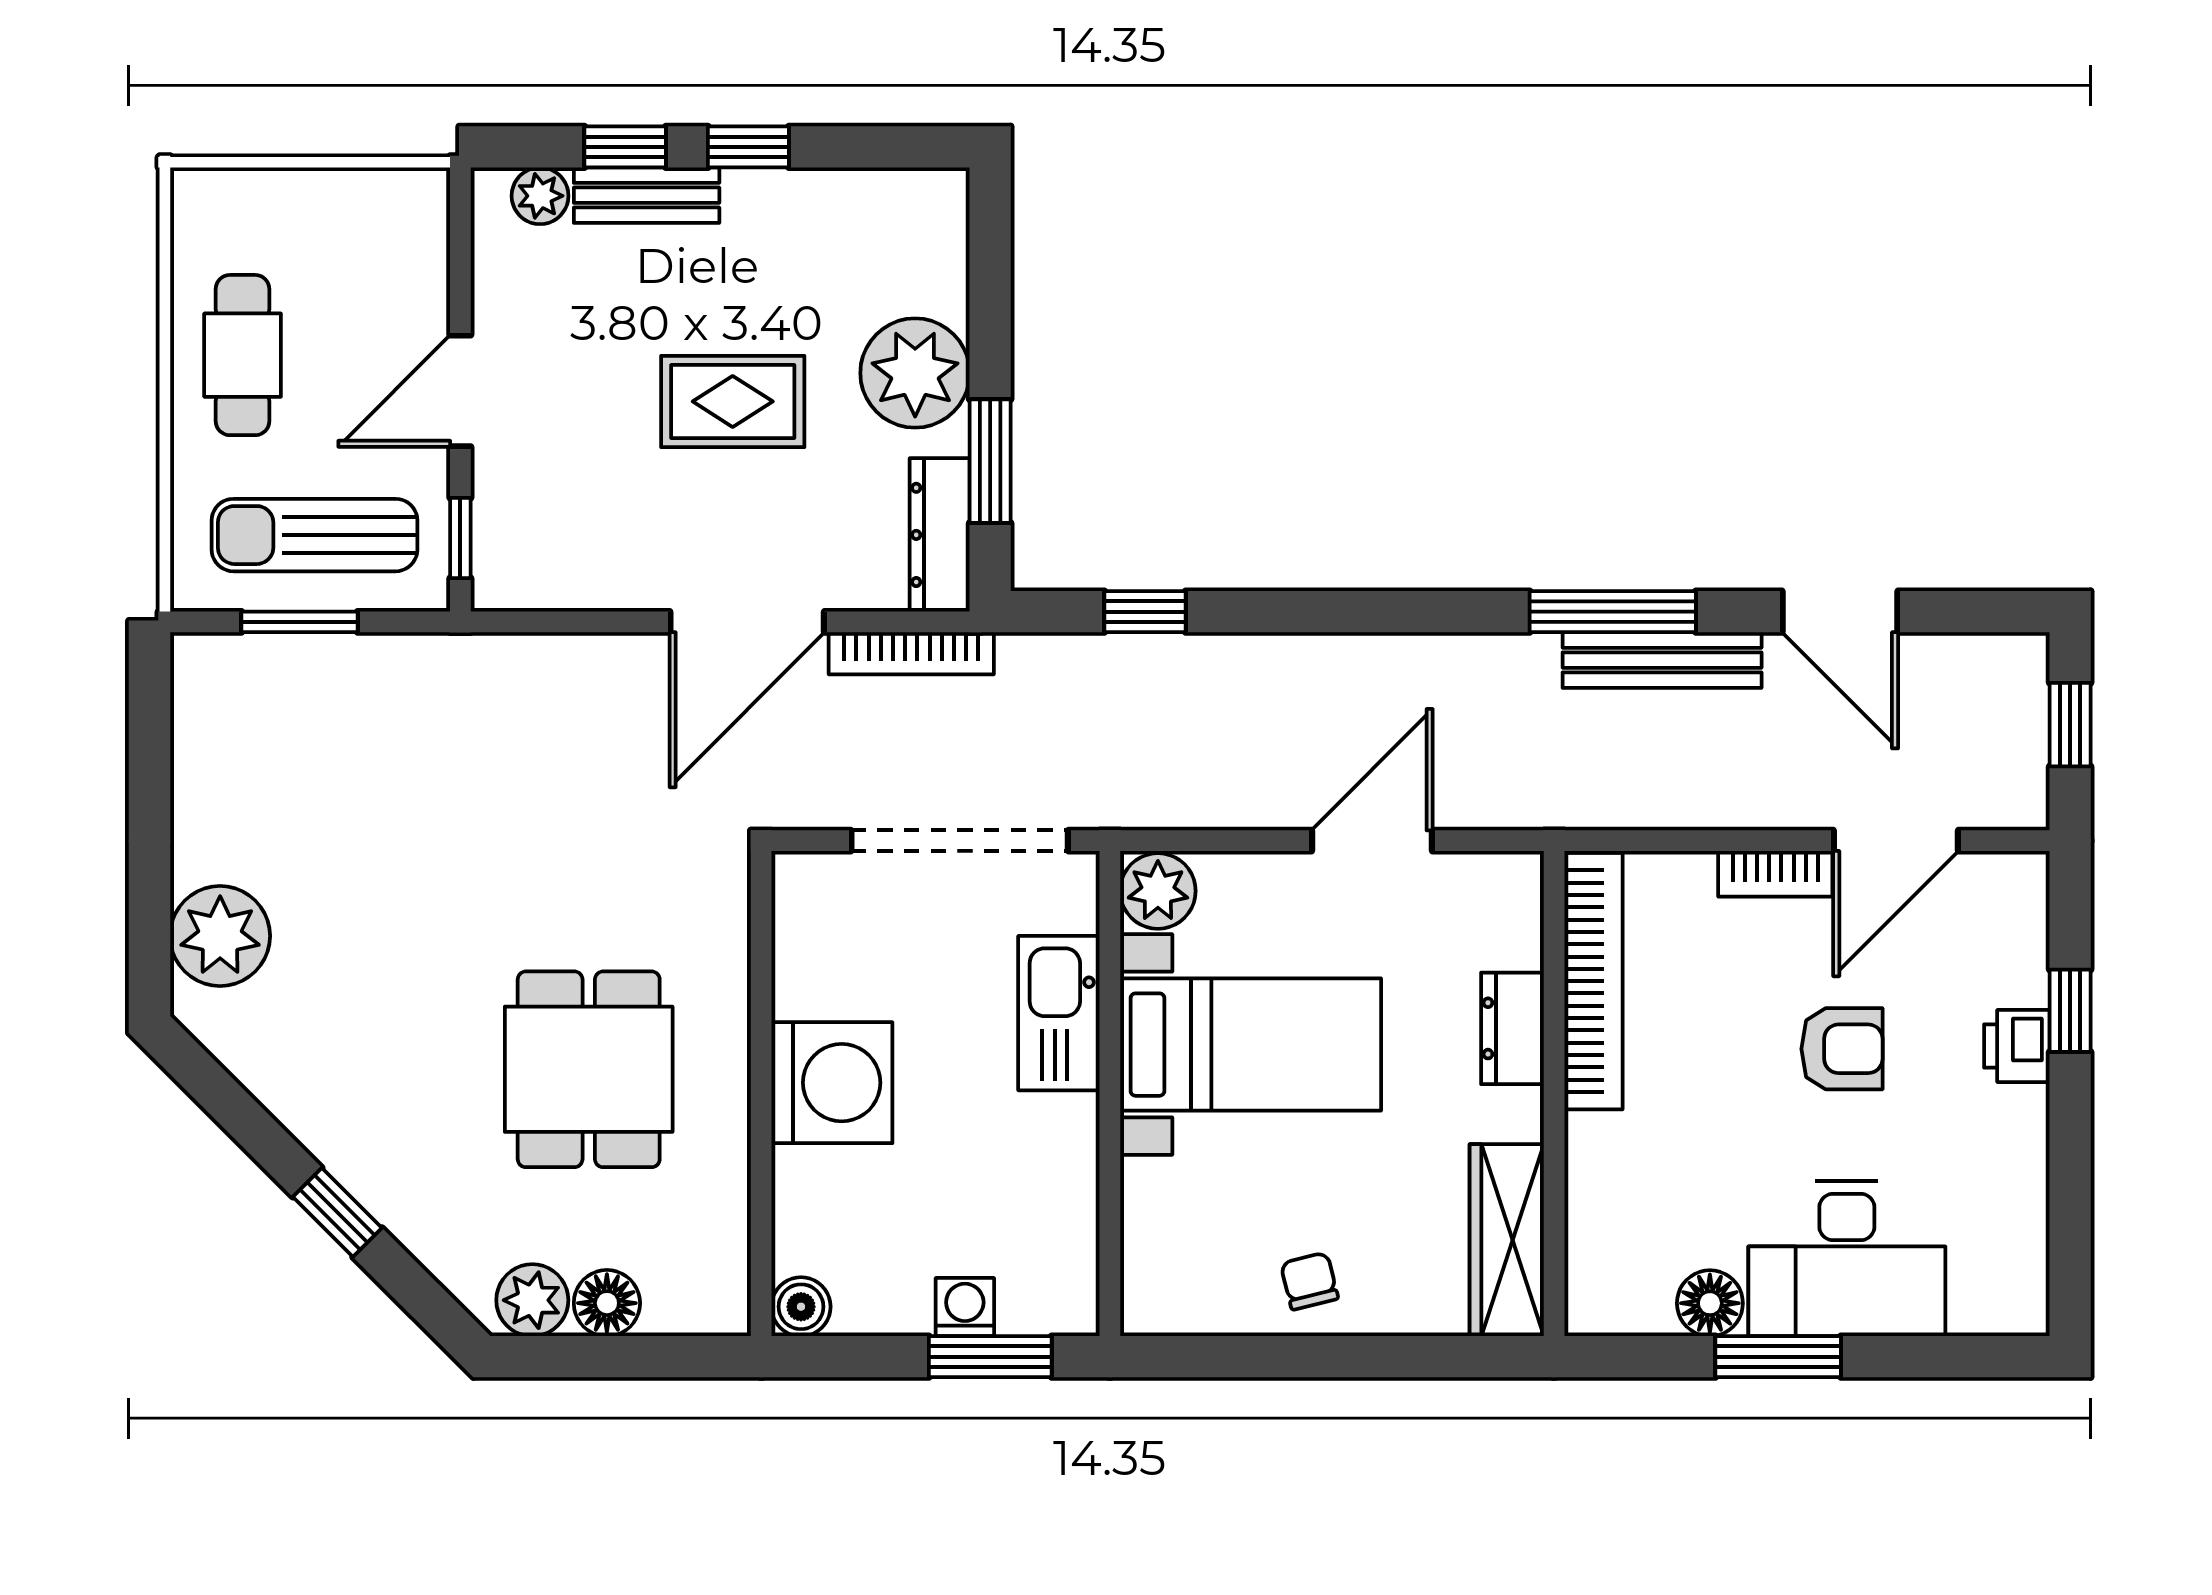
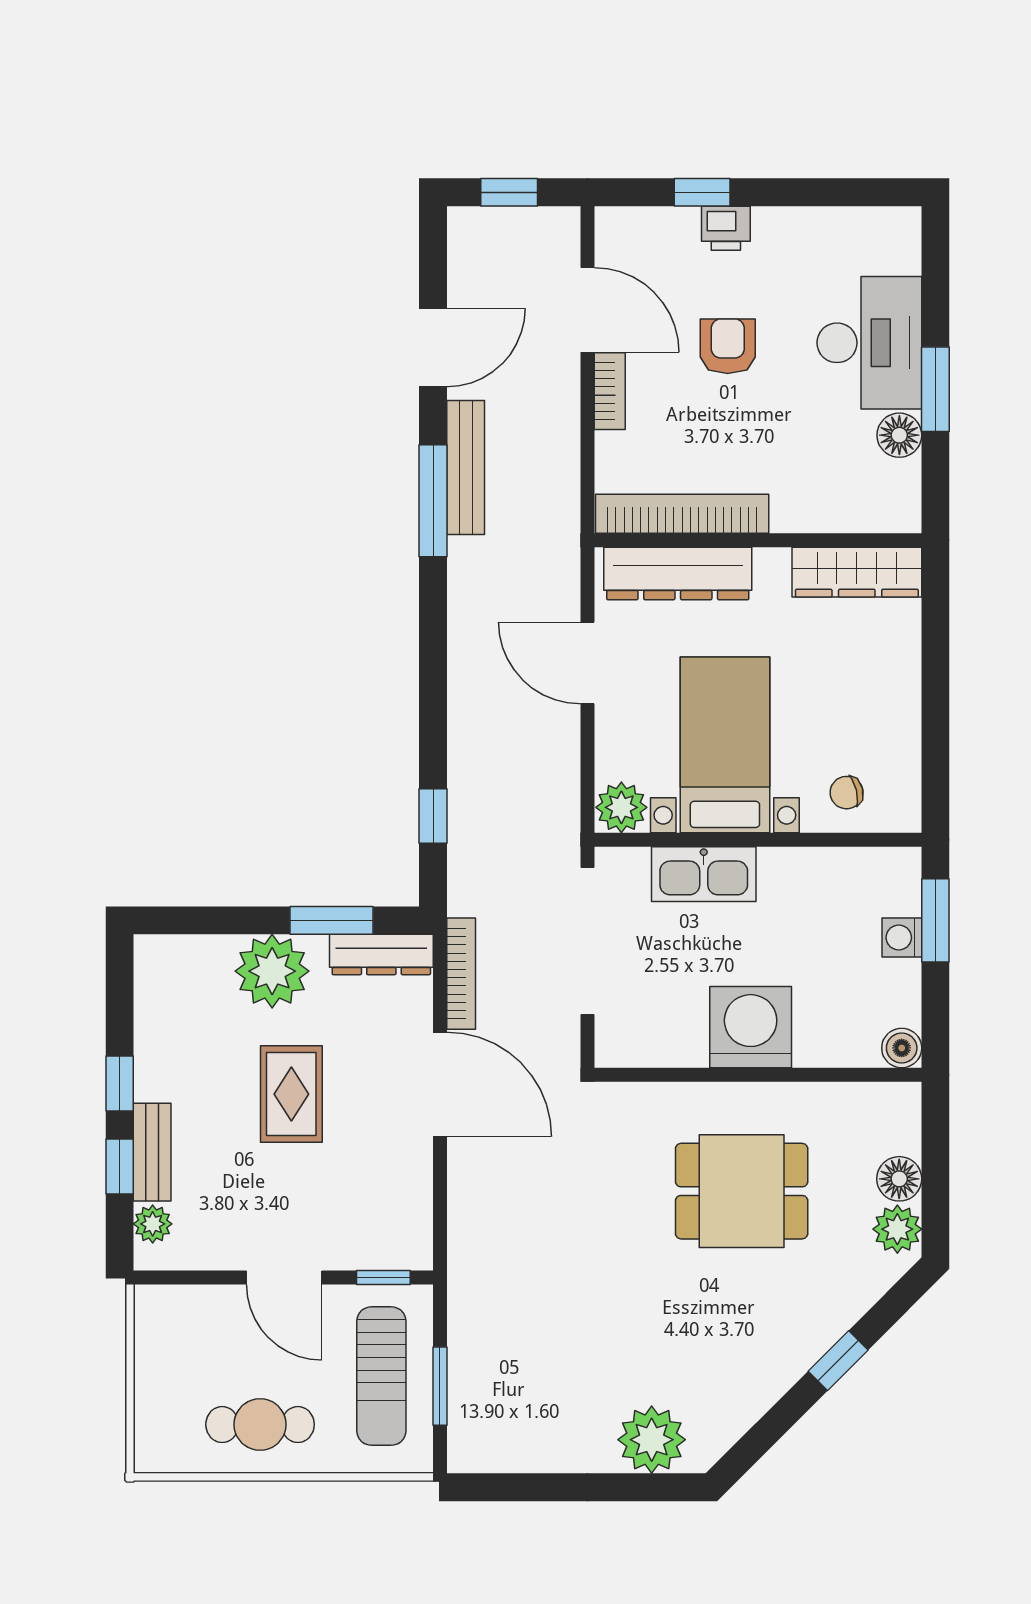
dresser: (1512, 1028) -> (678, 573), width x1.96, depth x1.24
chair: (1309, 1281) -> (847, 793), moved

